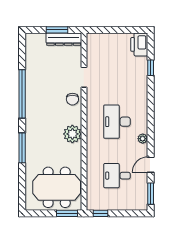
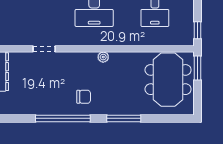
chair: (72, 99) -> (84, 97), moved
plant: (72, 134) -> (103, 57), width x0.53, depth x0.53

